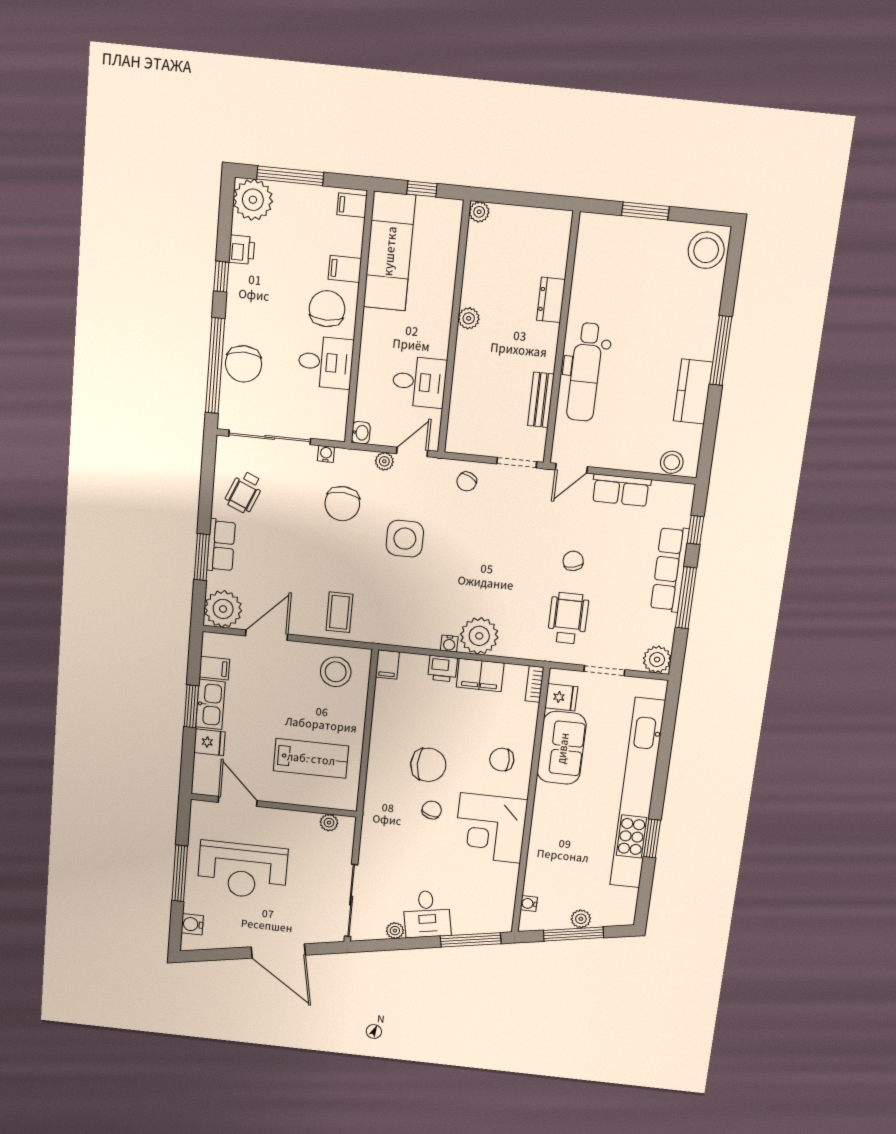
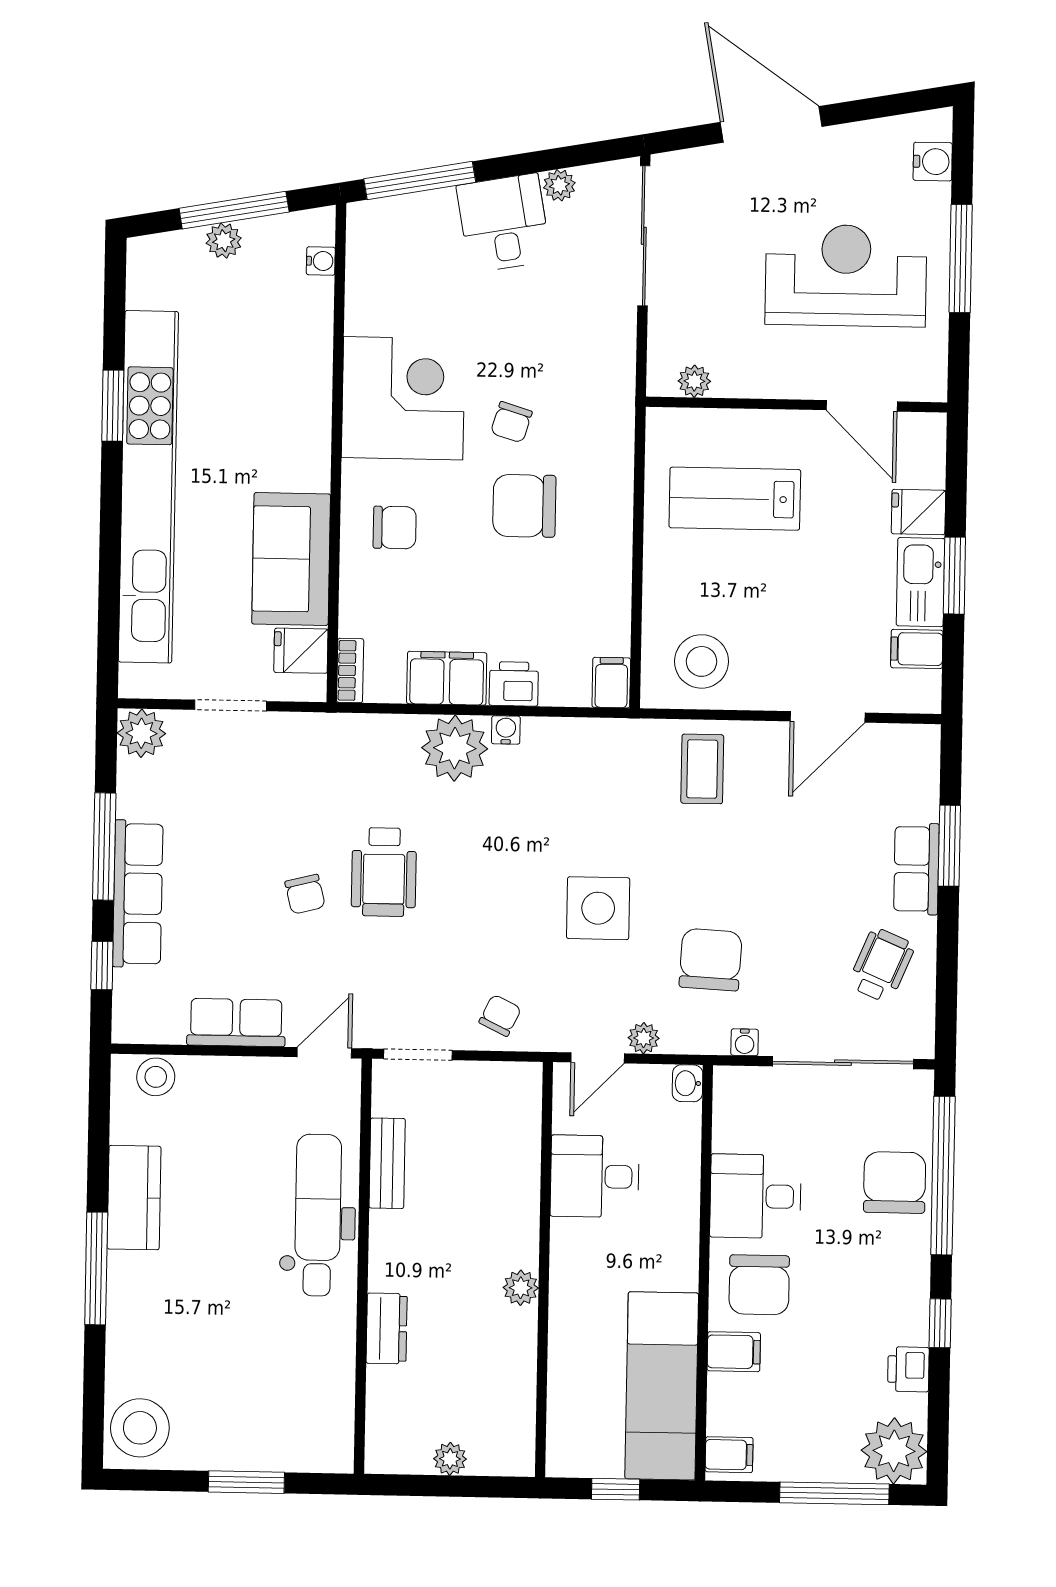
plant: (479, 212) -> (450, 1459), moved
plant: (223, 609) -> (907, 757), removed
wheelchair: (568, 618) -> (384, 872), moved

